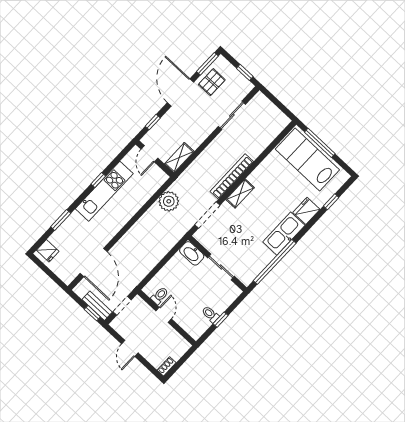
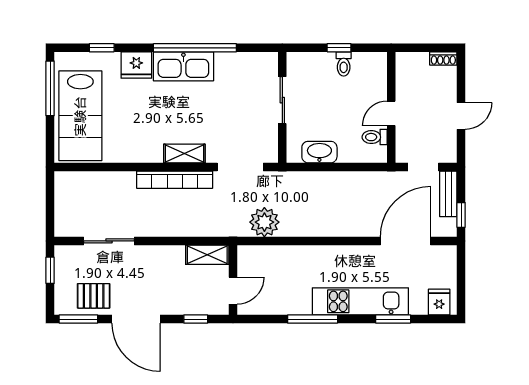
door: (180, 92) -> (136, 319), hinge flipped
window: (320, 143) -> (50, 88), moved
window: (98, 180) -> (313, 319), width x2.17
kitchen unit: (104, 191) -> (360, 301), moved
washbasin: (192, 253) -> (319, 152), moved, turned -90
window: (275, 262) -> (195, 48), moved
window: (92, 313) -> (461, 215), moved

